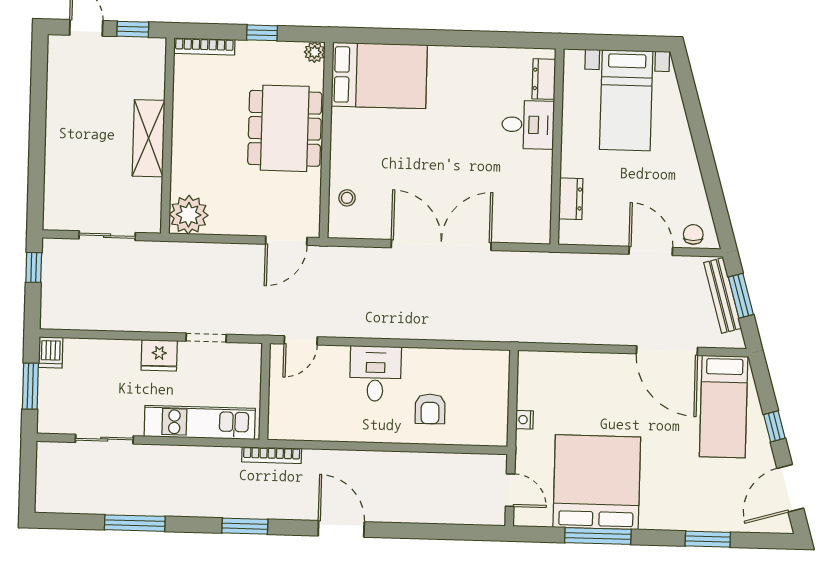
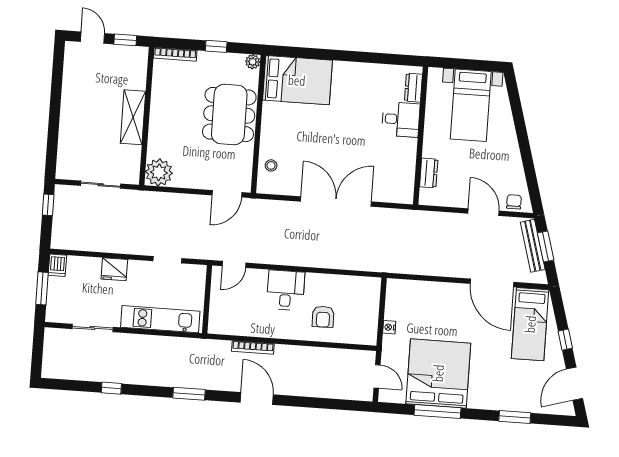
fridge: (159, 355) -> (114, 269), moved
bookcase: (272, 455) -> (253, 347), moved
window: (135, 523) -> (111, 388), width x0.46

